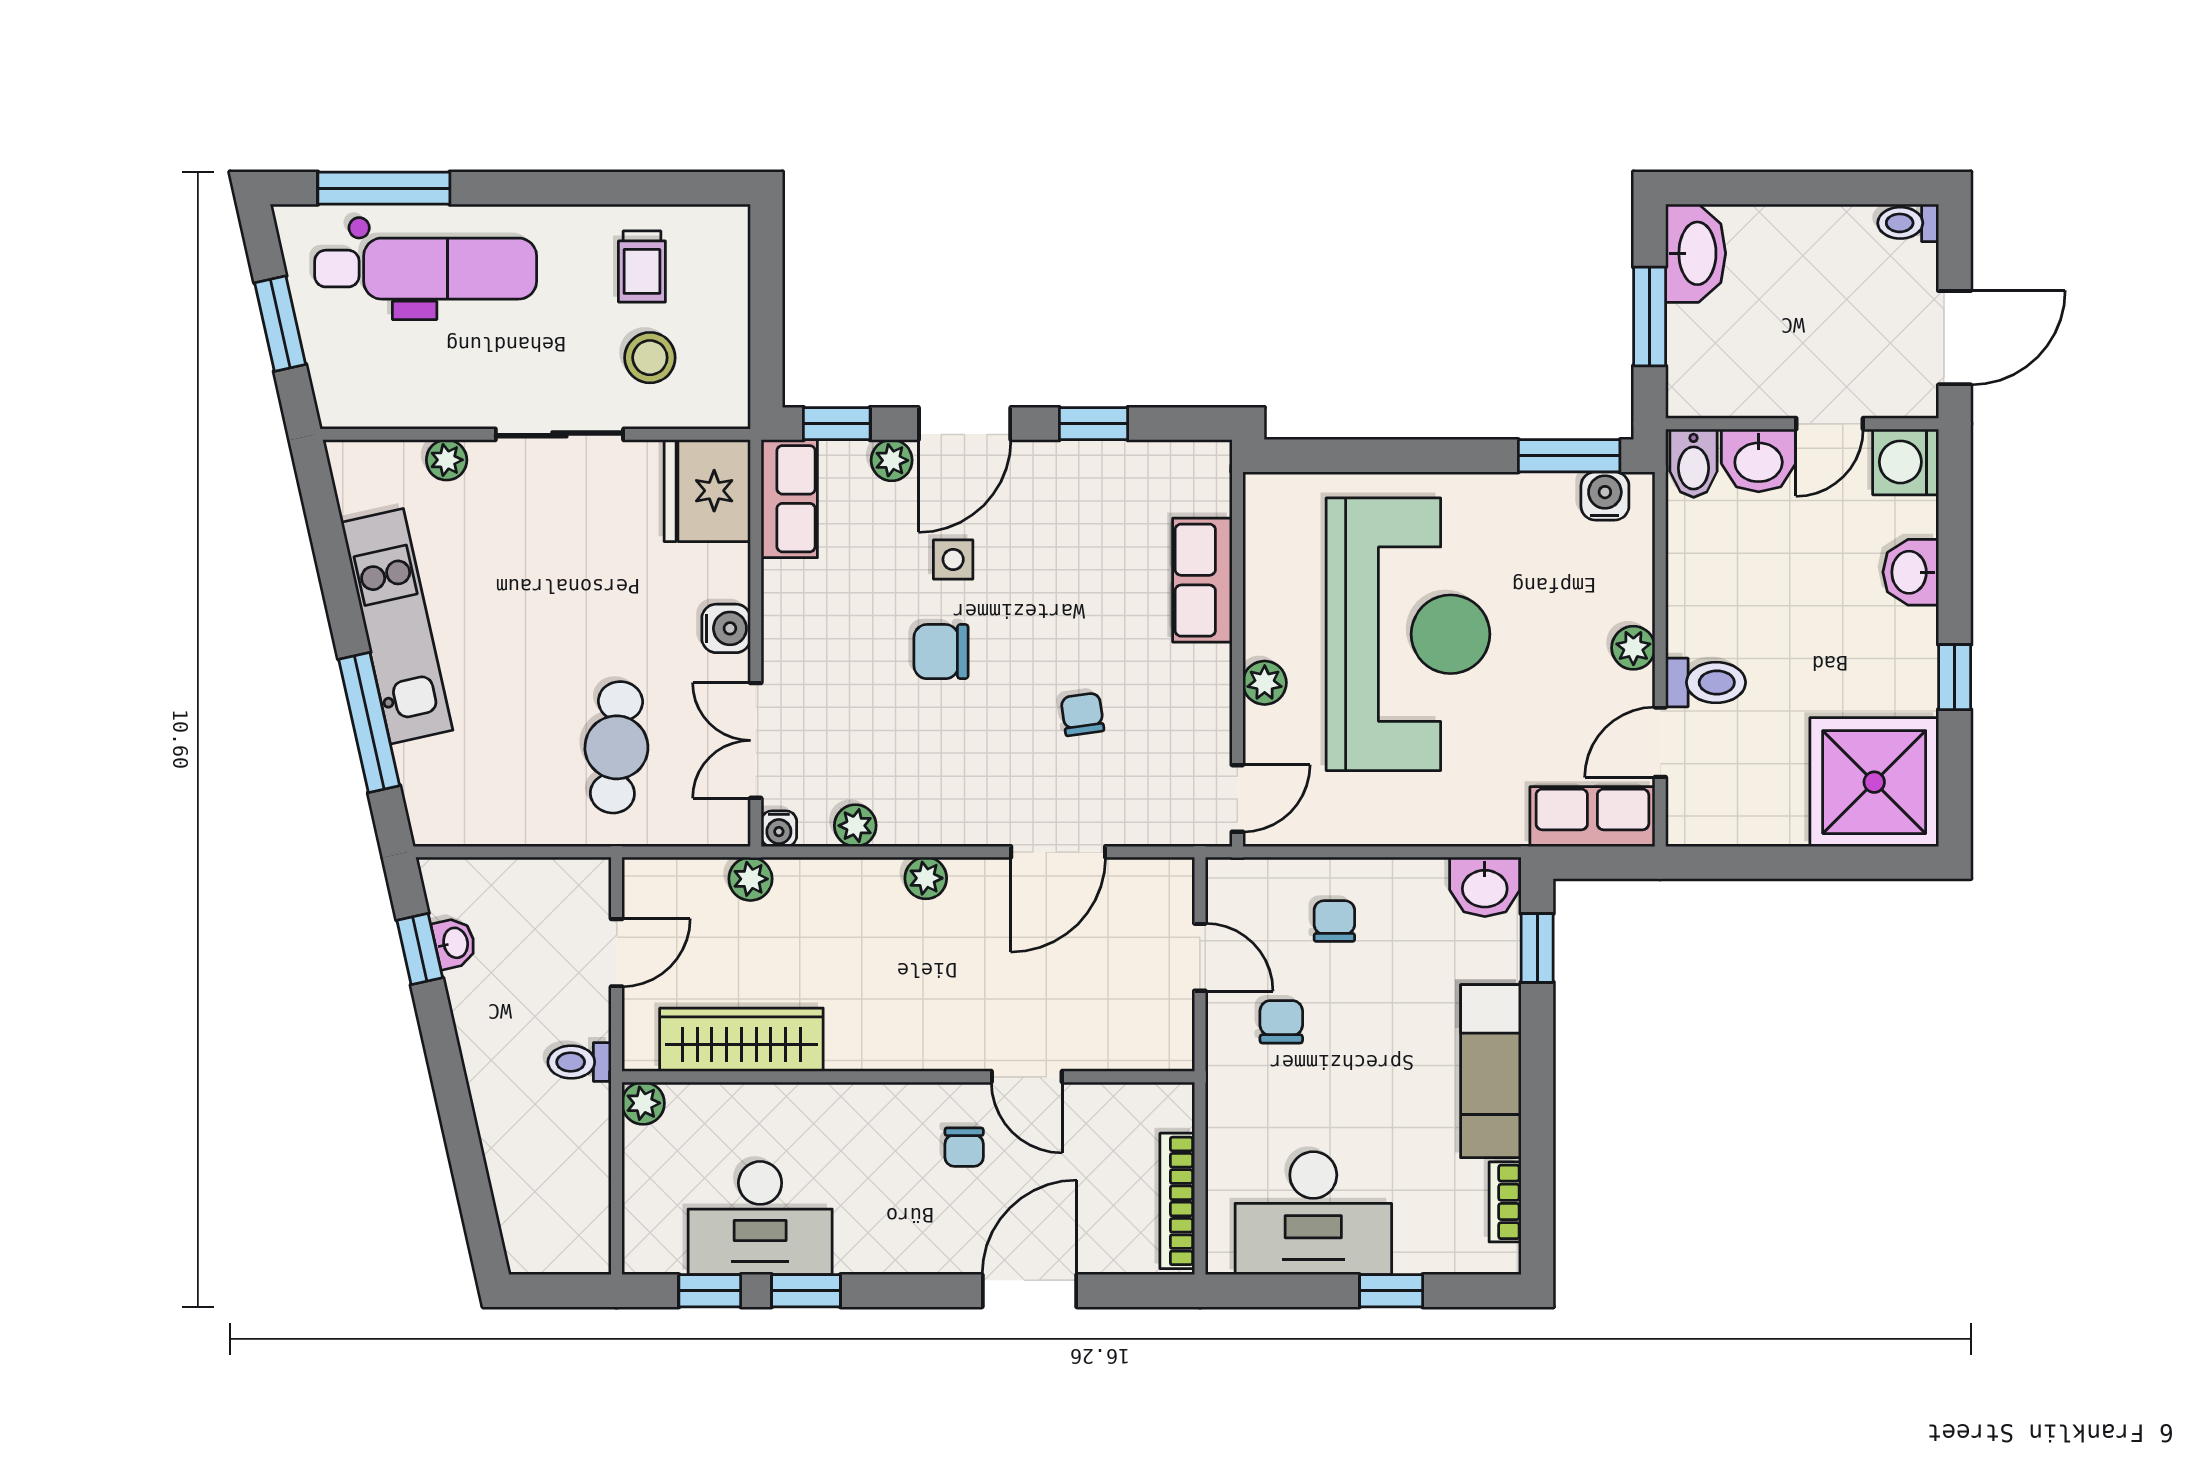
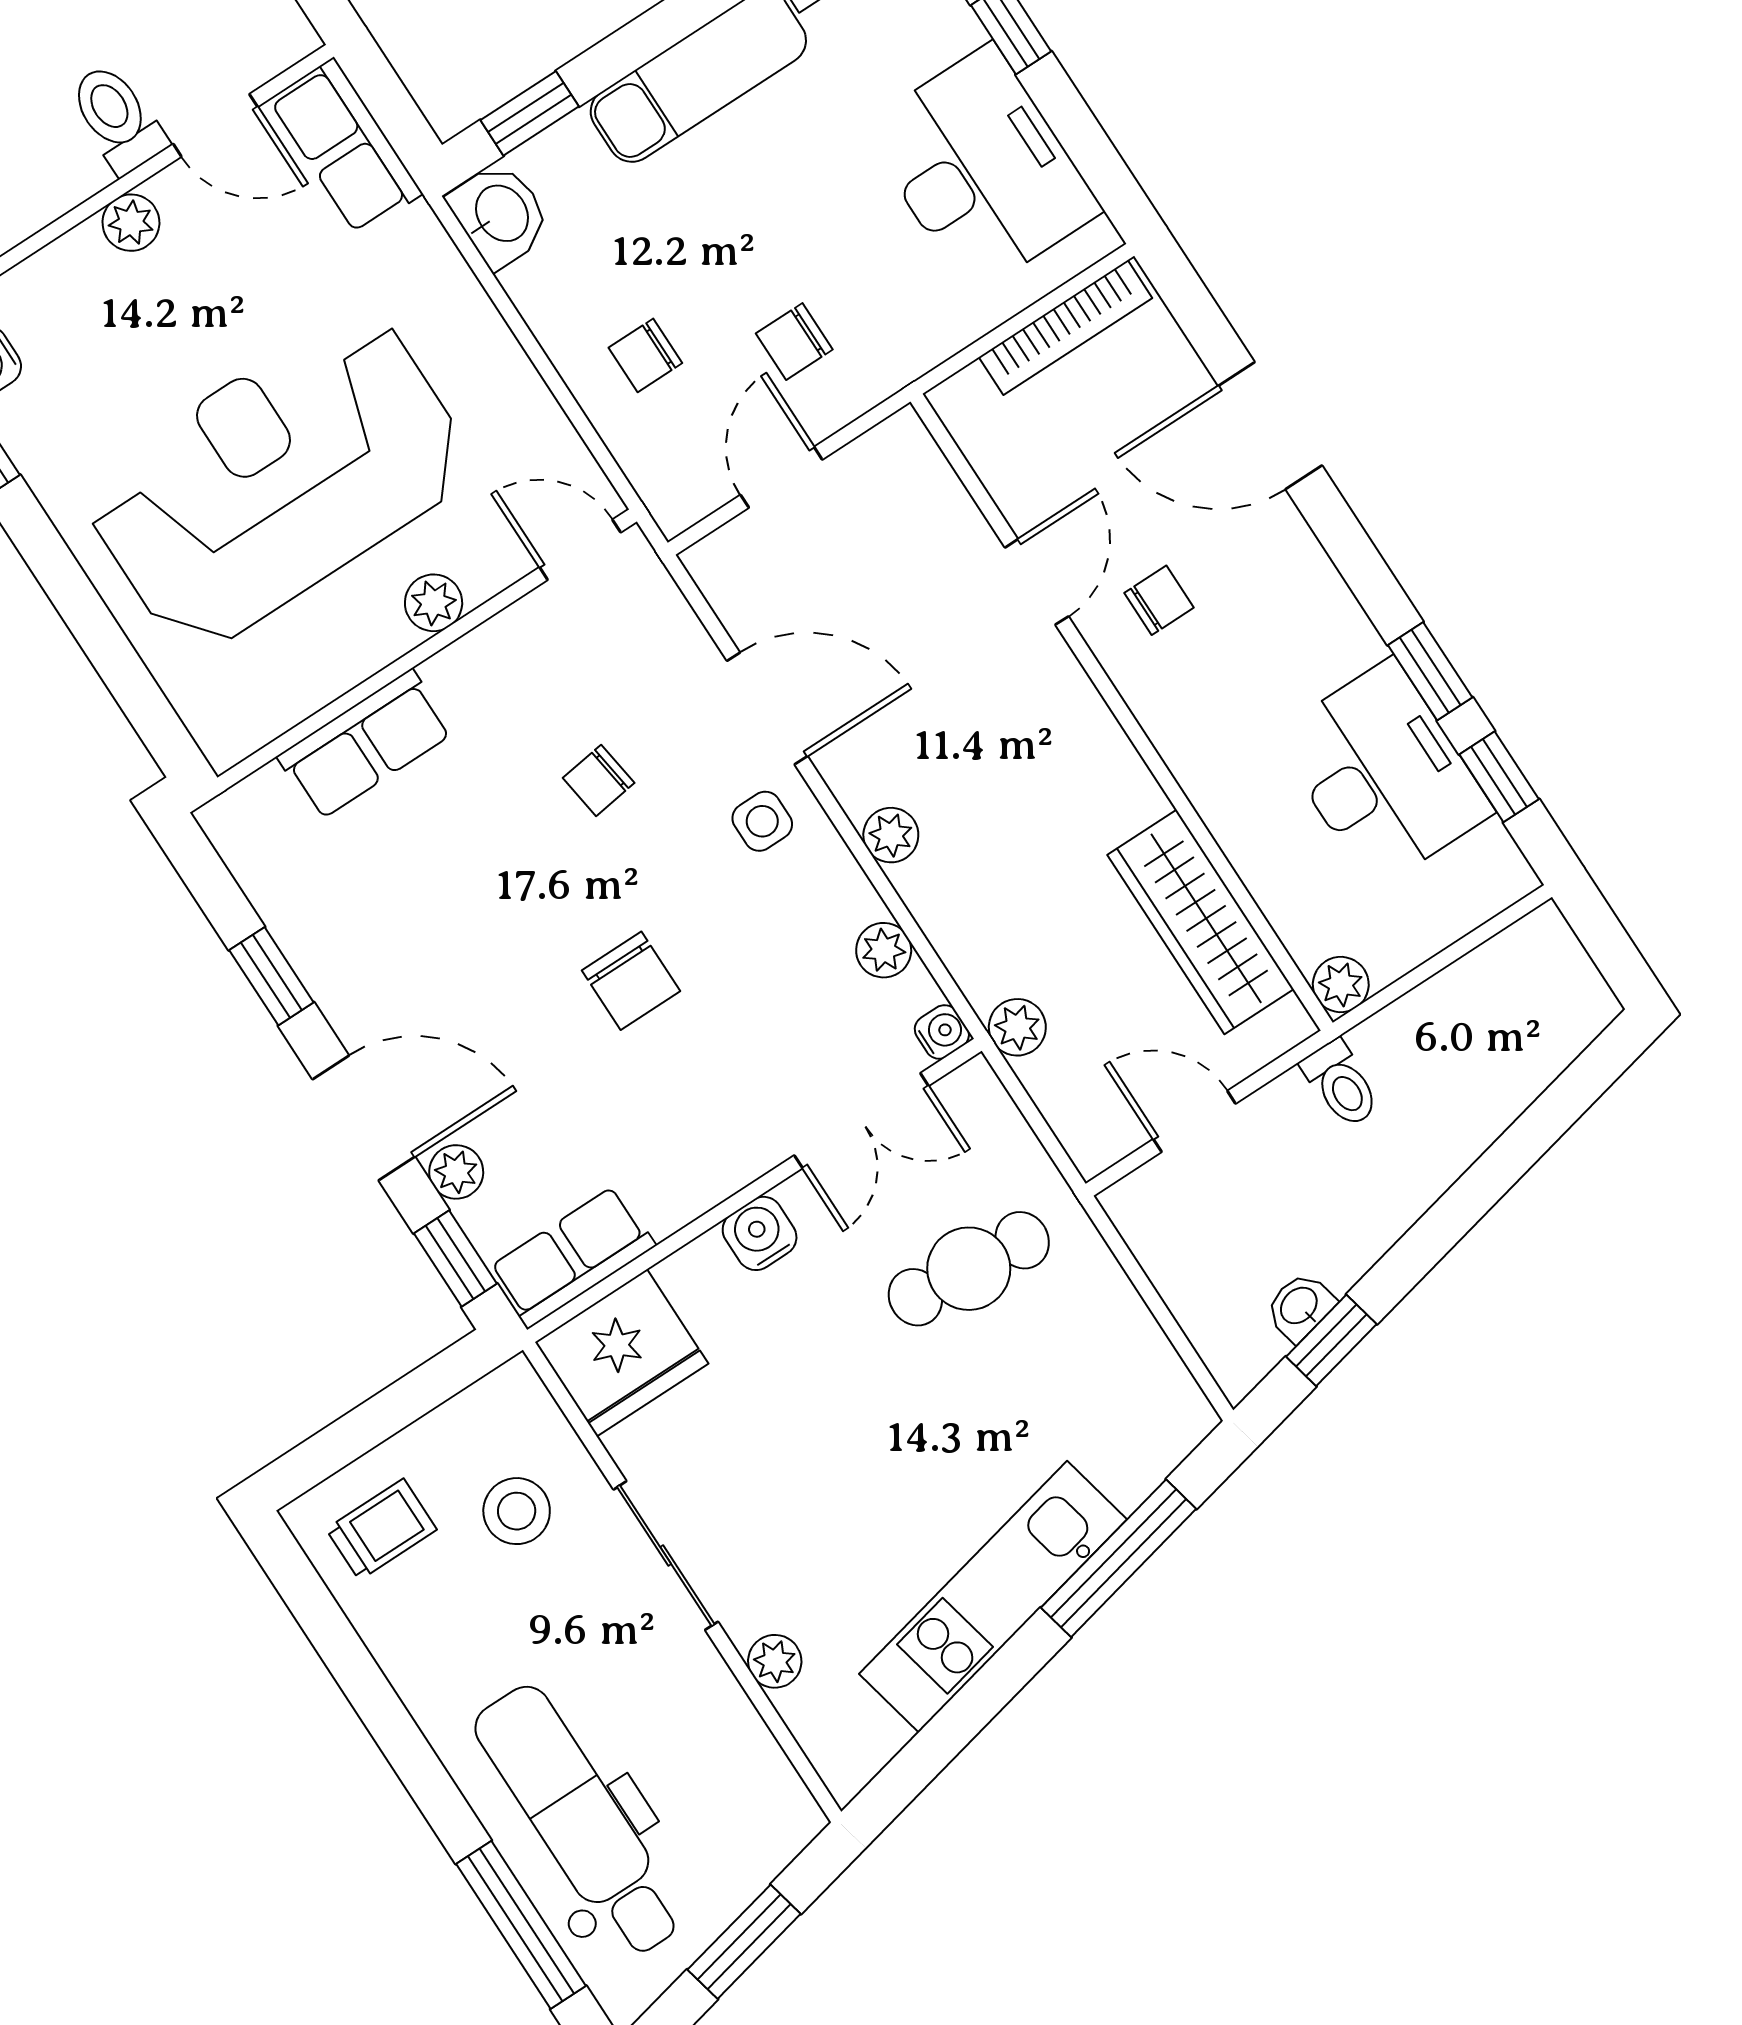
trolley: (642, 266) -> (381, 1529), moved
side table: (953, 559) -> (762, 821), moved

